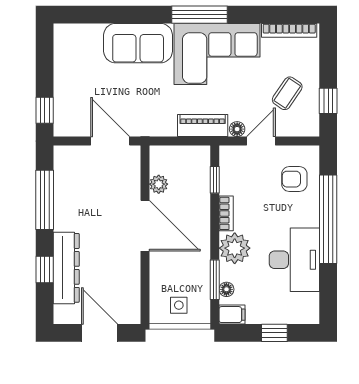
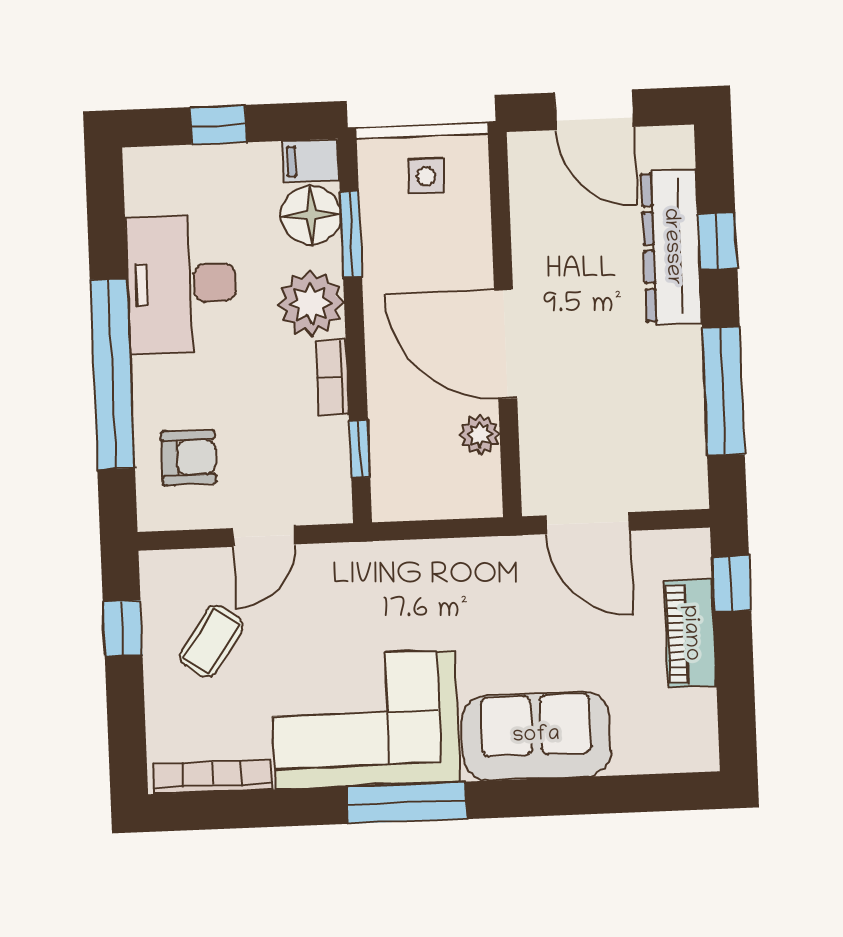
piano: (203, 125) -> (690, 633), moved, turned 90
floor lamp: (237, 129) -> (316, 560), removed
floor lamp: (226, 289) -> (311, 215), width x1.89, depth x1.89

